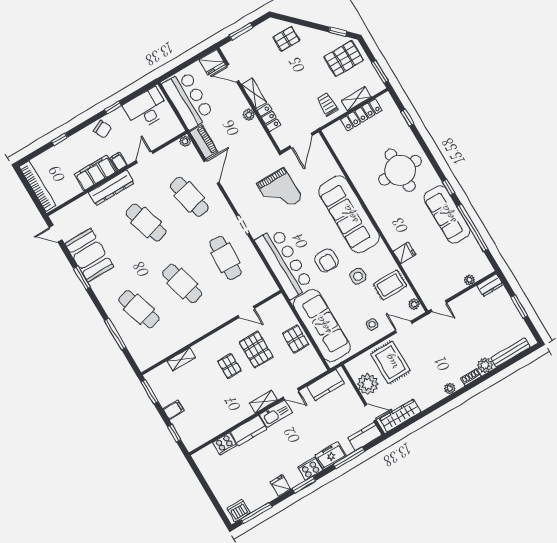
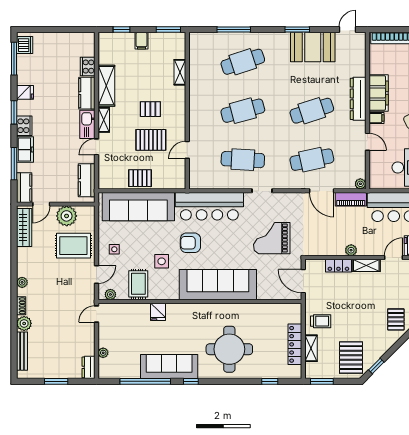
shelving: (232, 417) -> (106, 86), added

